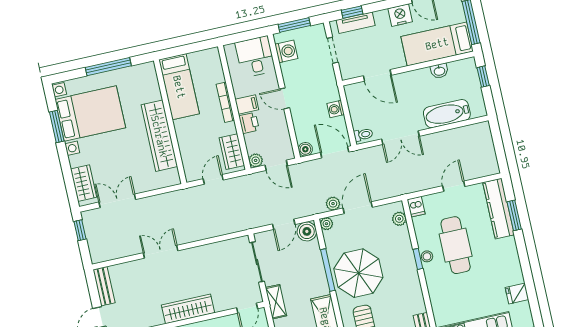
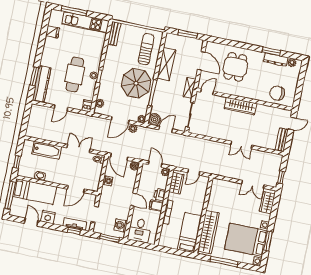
door: (377, 75) -> (76, 189), swing flipped
wardrobe: (159, 136) -> (208, 232), moved

